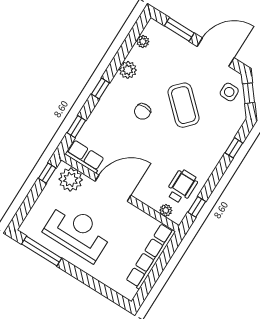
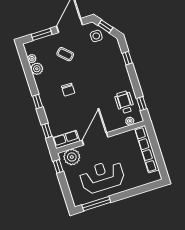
plant: (128, 70) -> (37, 69), moved
coffee table: (183, 105) -> (65, 54), moved, width x0.54, depth x0.58

